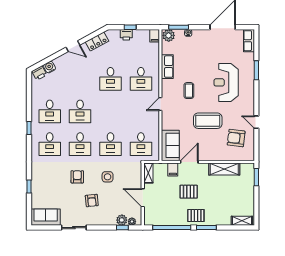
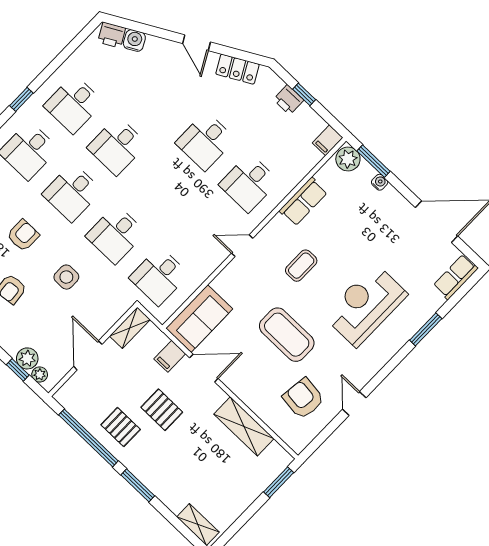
pallet: (196, 216) -> (121, 427), moved

